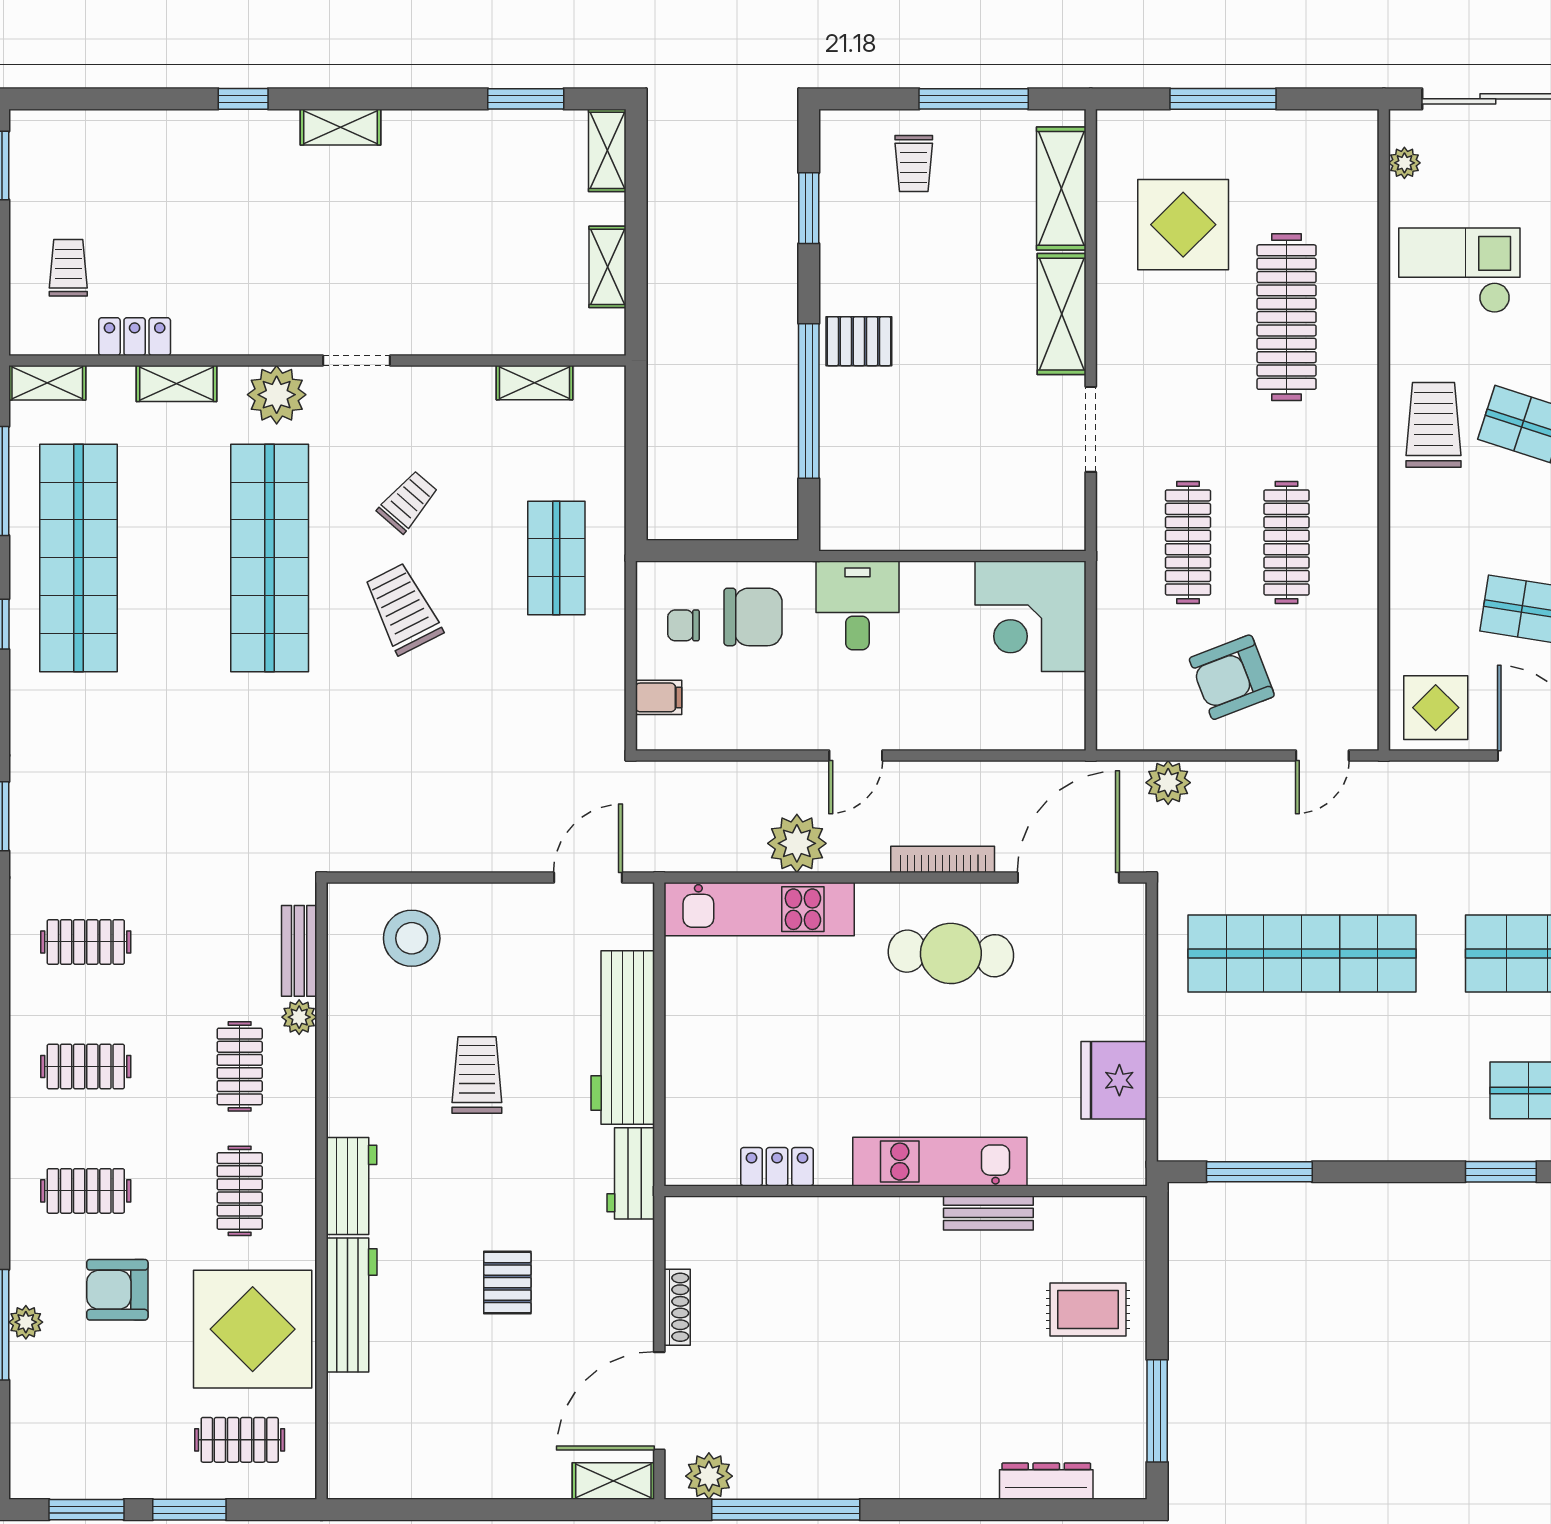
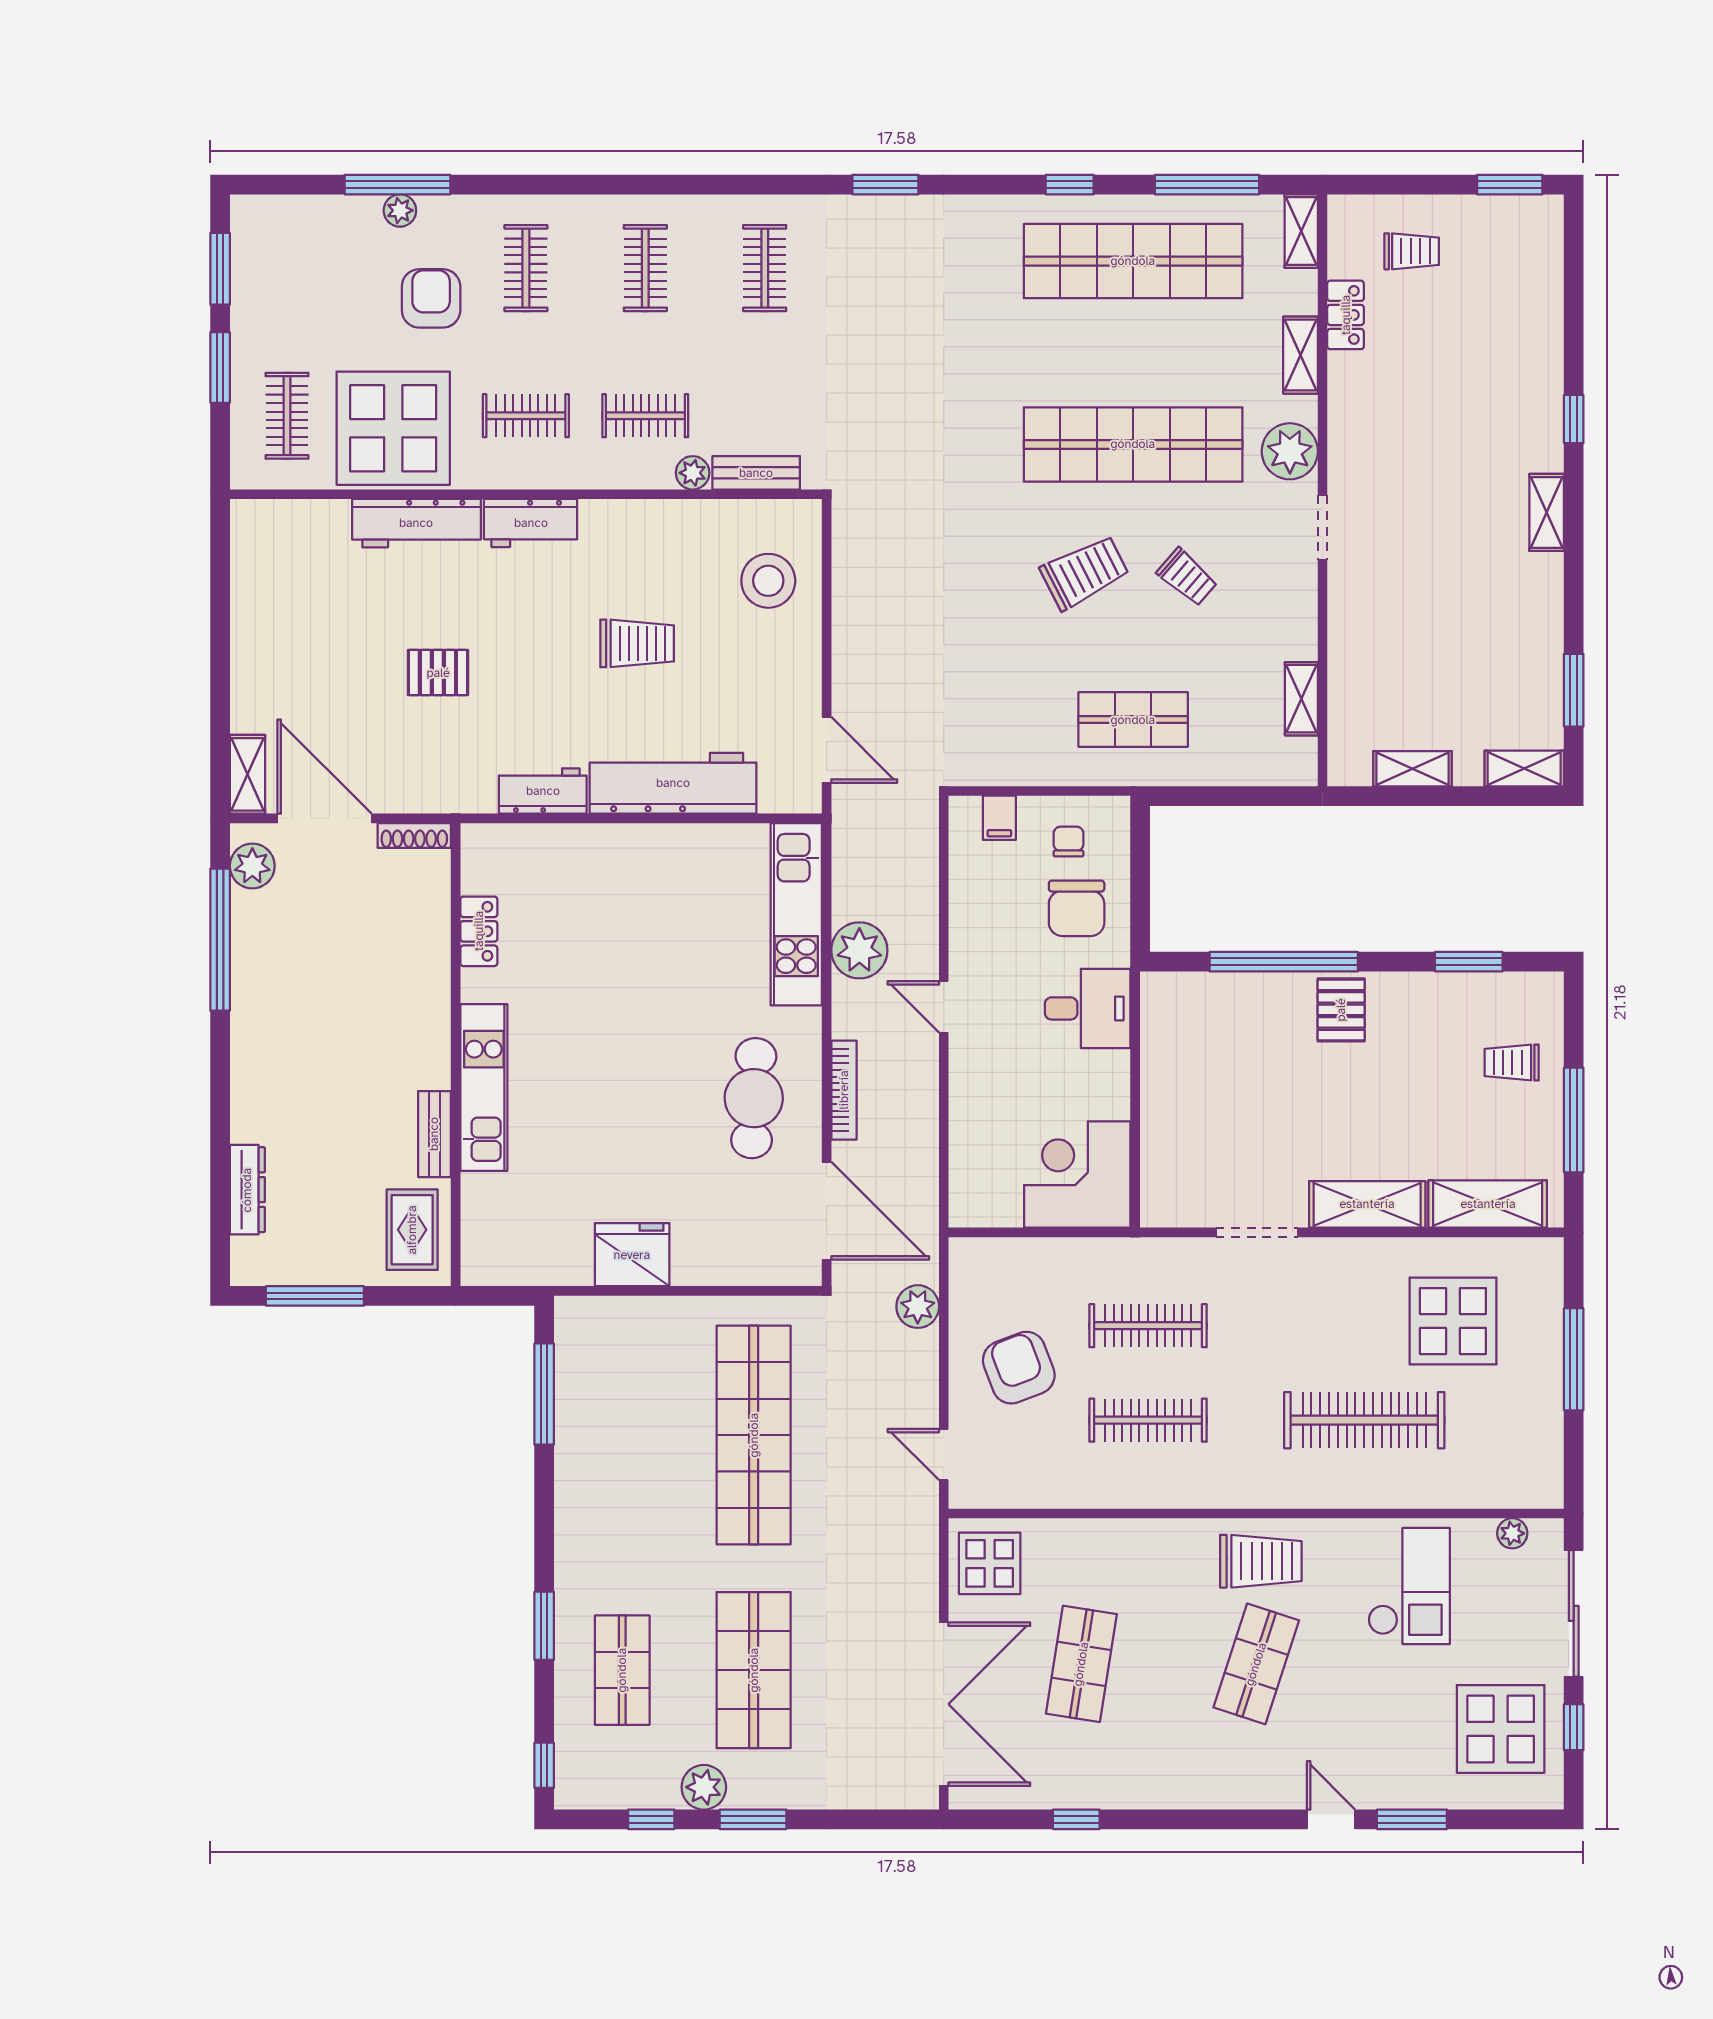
kitchen unit: (940, 1162) -> (484, 1088), moved
locker: (777, 1167) -> (479, 931), moved
wall: (906, 1191) -> (456, 1055), moved
bench: (988, 1213) -> (434, 1134), moved

